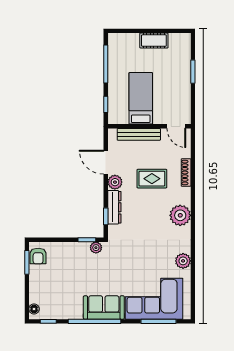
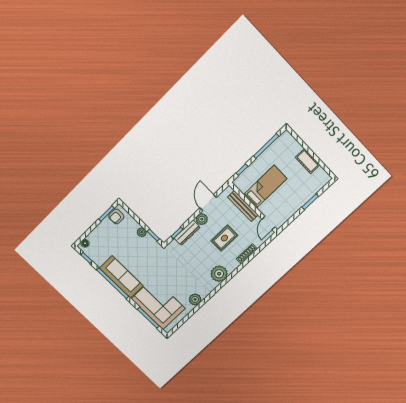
rug: (152, 179) -> (224, 238), turned 90
plant: (96, 248) -> (142, 232), moved
sofa: (104, 307) -> (121, 277), width x1.36

